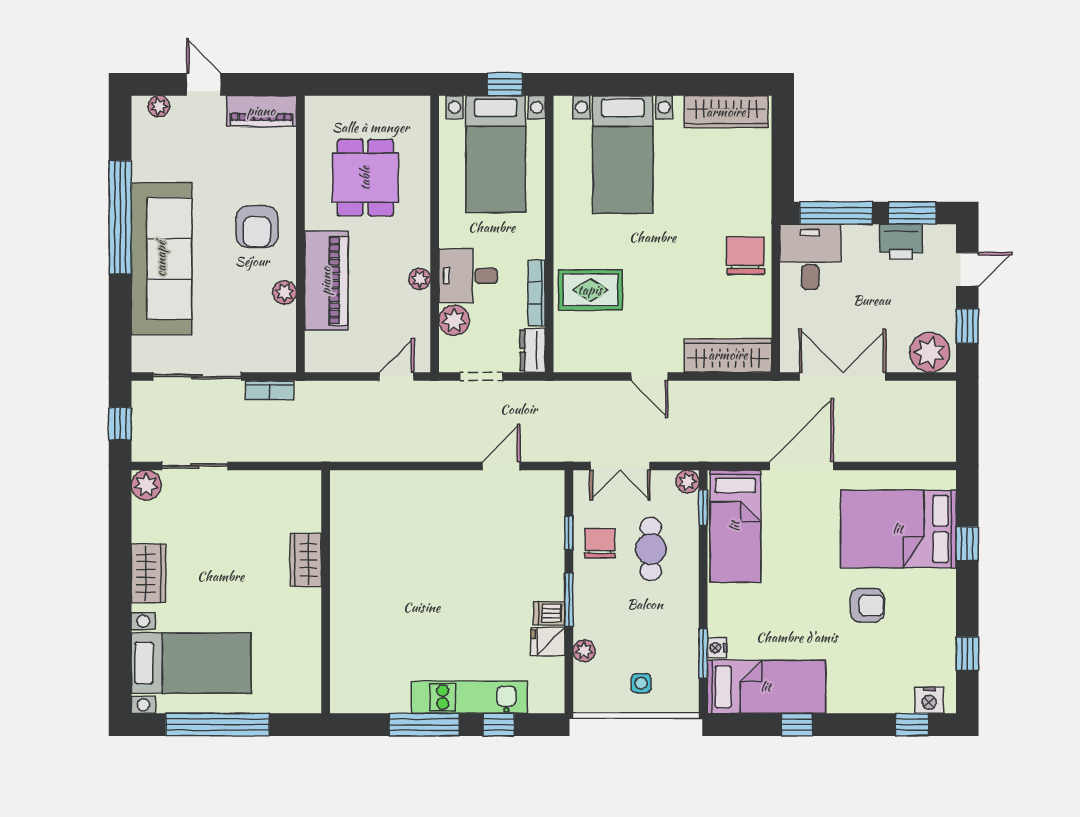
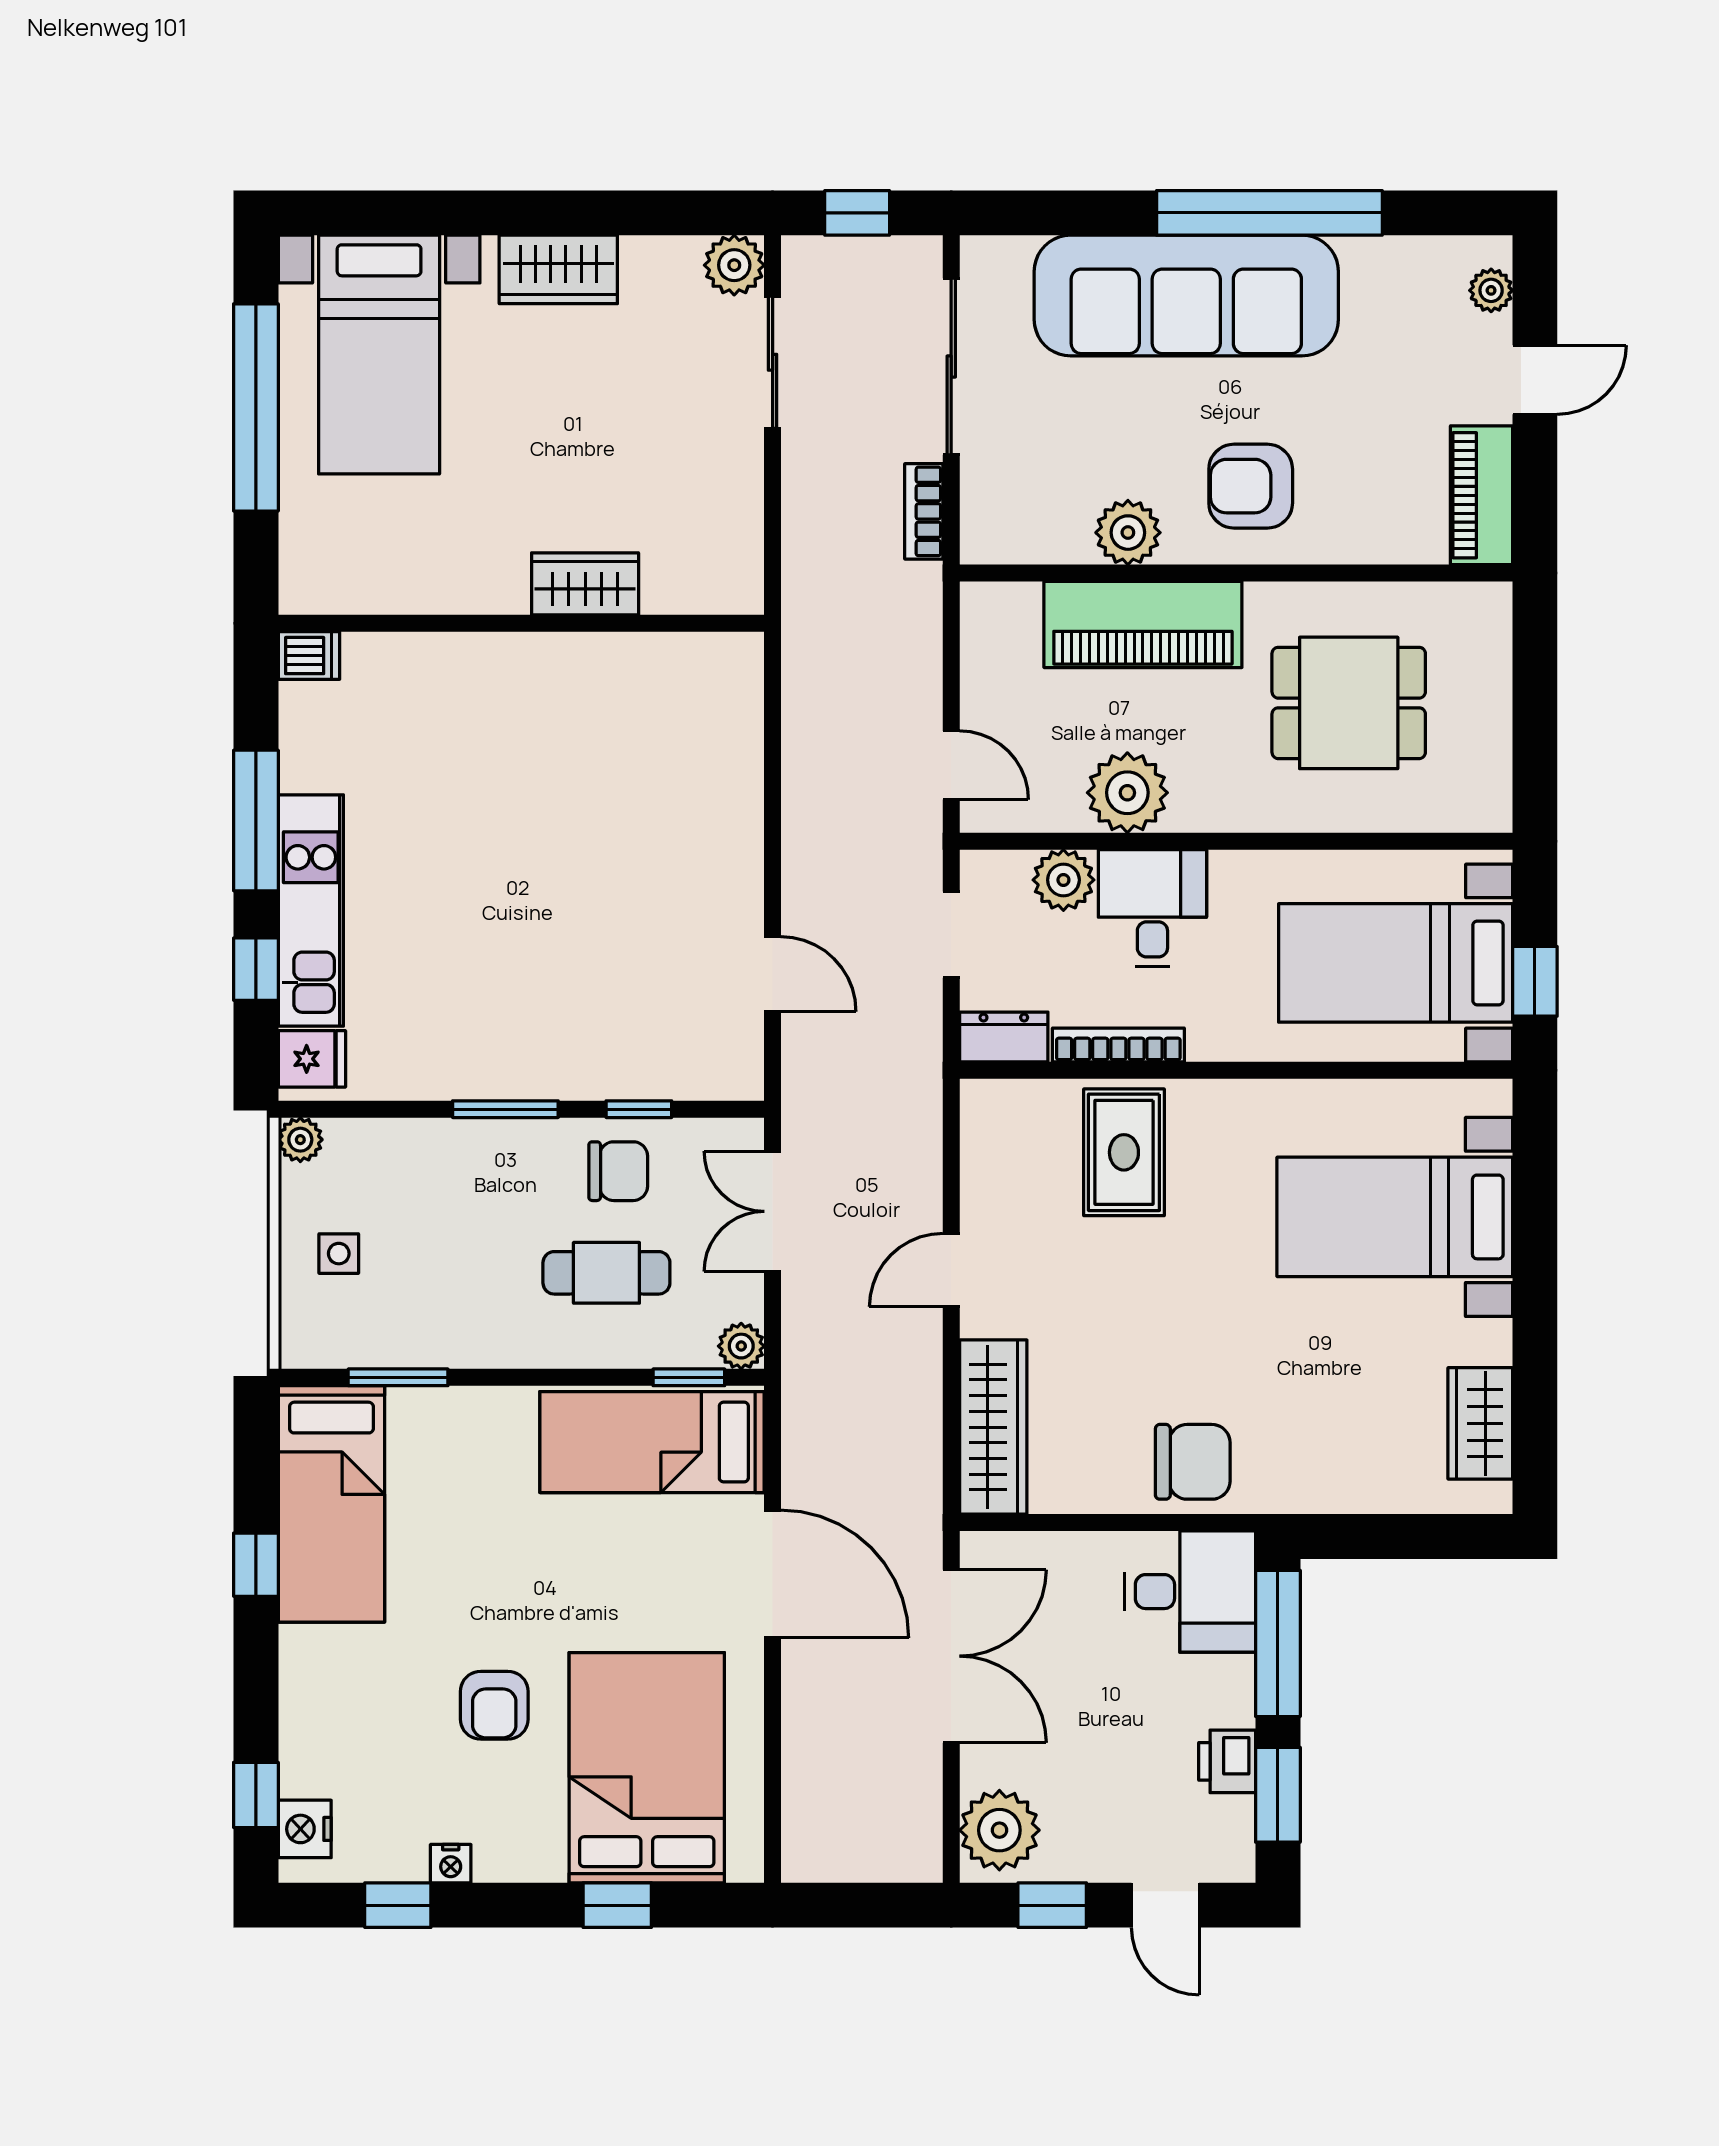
wardrobe: (726, 112) -> (1480, 1423), width x0.67
printer: (901, 242) -> (1227, 1761), width x0.73, depth x0.81
plant: (420, 279) -> (1127, 793), width x1.88, depth x1.88
plant: (285, 292) -> (1128, 533), width x1.38, depth x1.38
dishwasher: (549, 613) -> (309, 656), moved, turned 90
fridge: (548, 641) -> (312, 1059), moved, turned 90
nightstand: (717, 648) -> (451, 1864), moved, turned 180
plant: (584, 651) -> (300, 1140), moved

